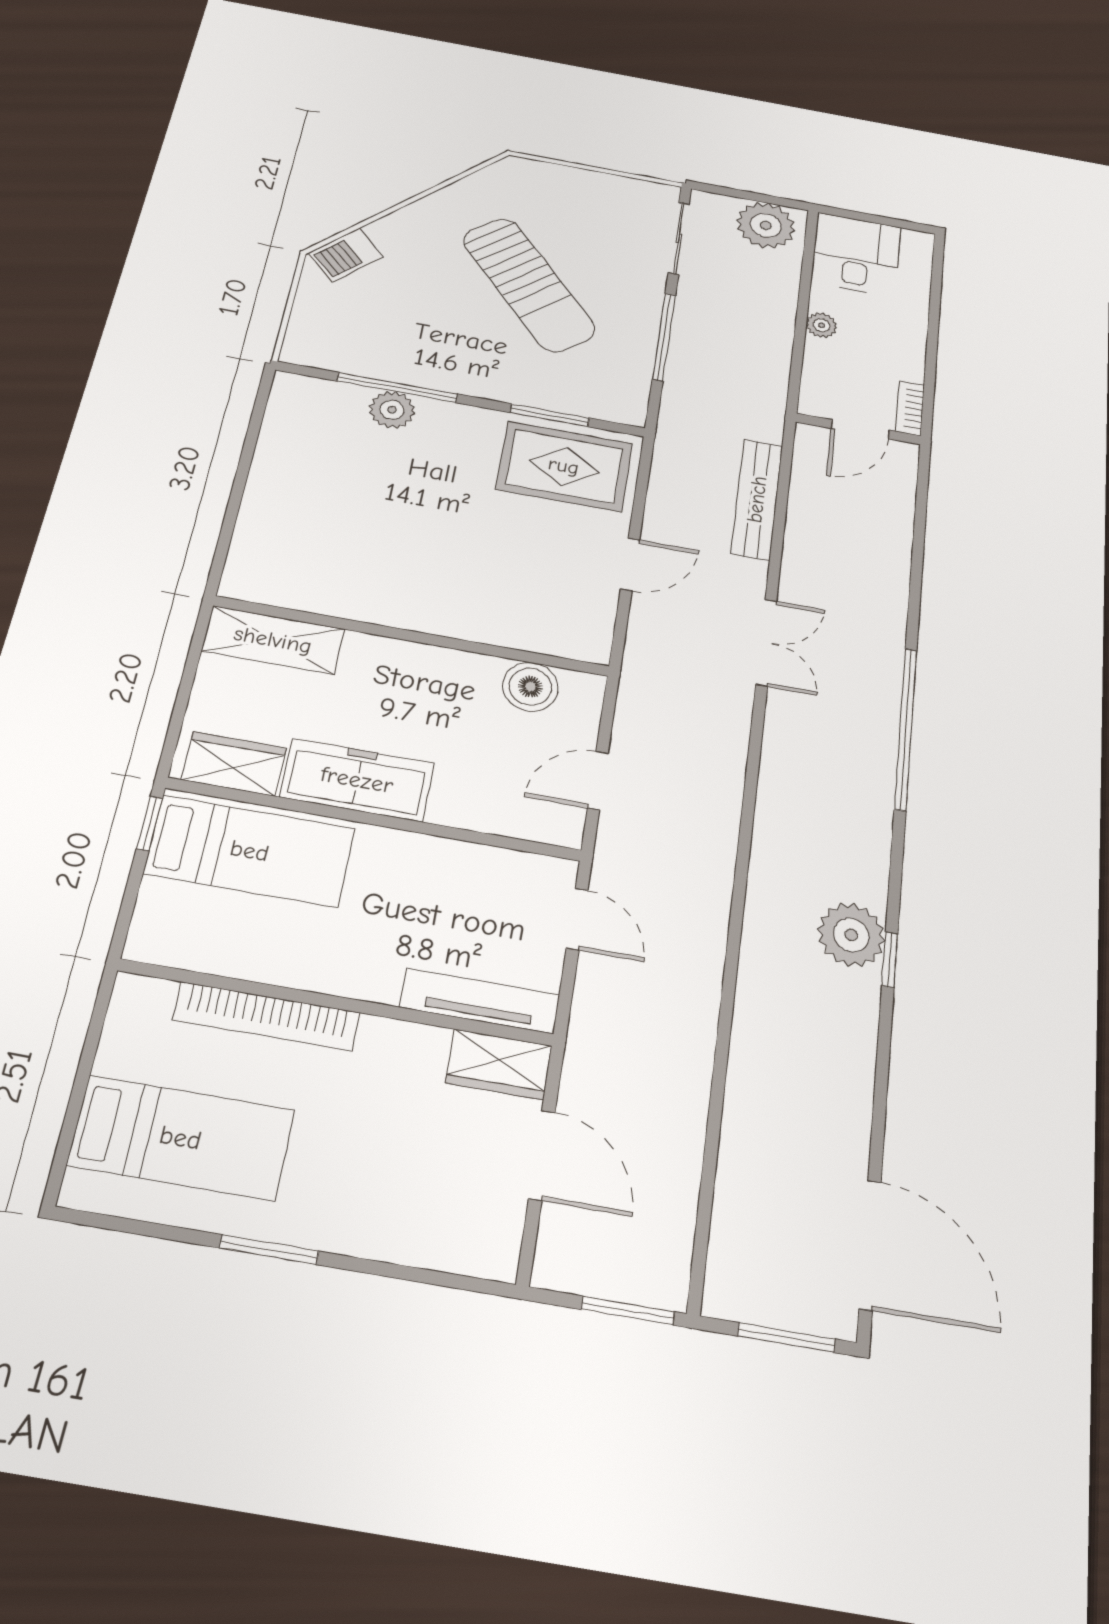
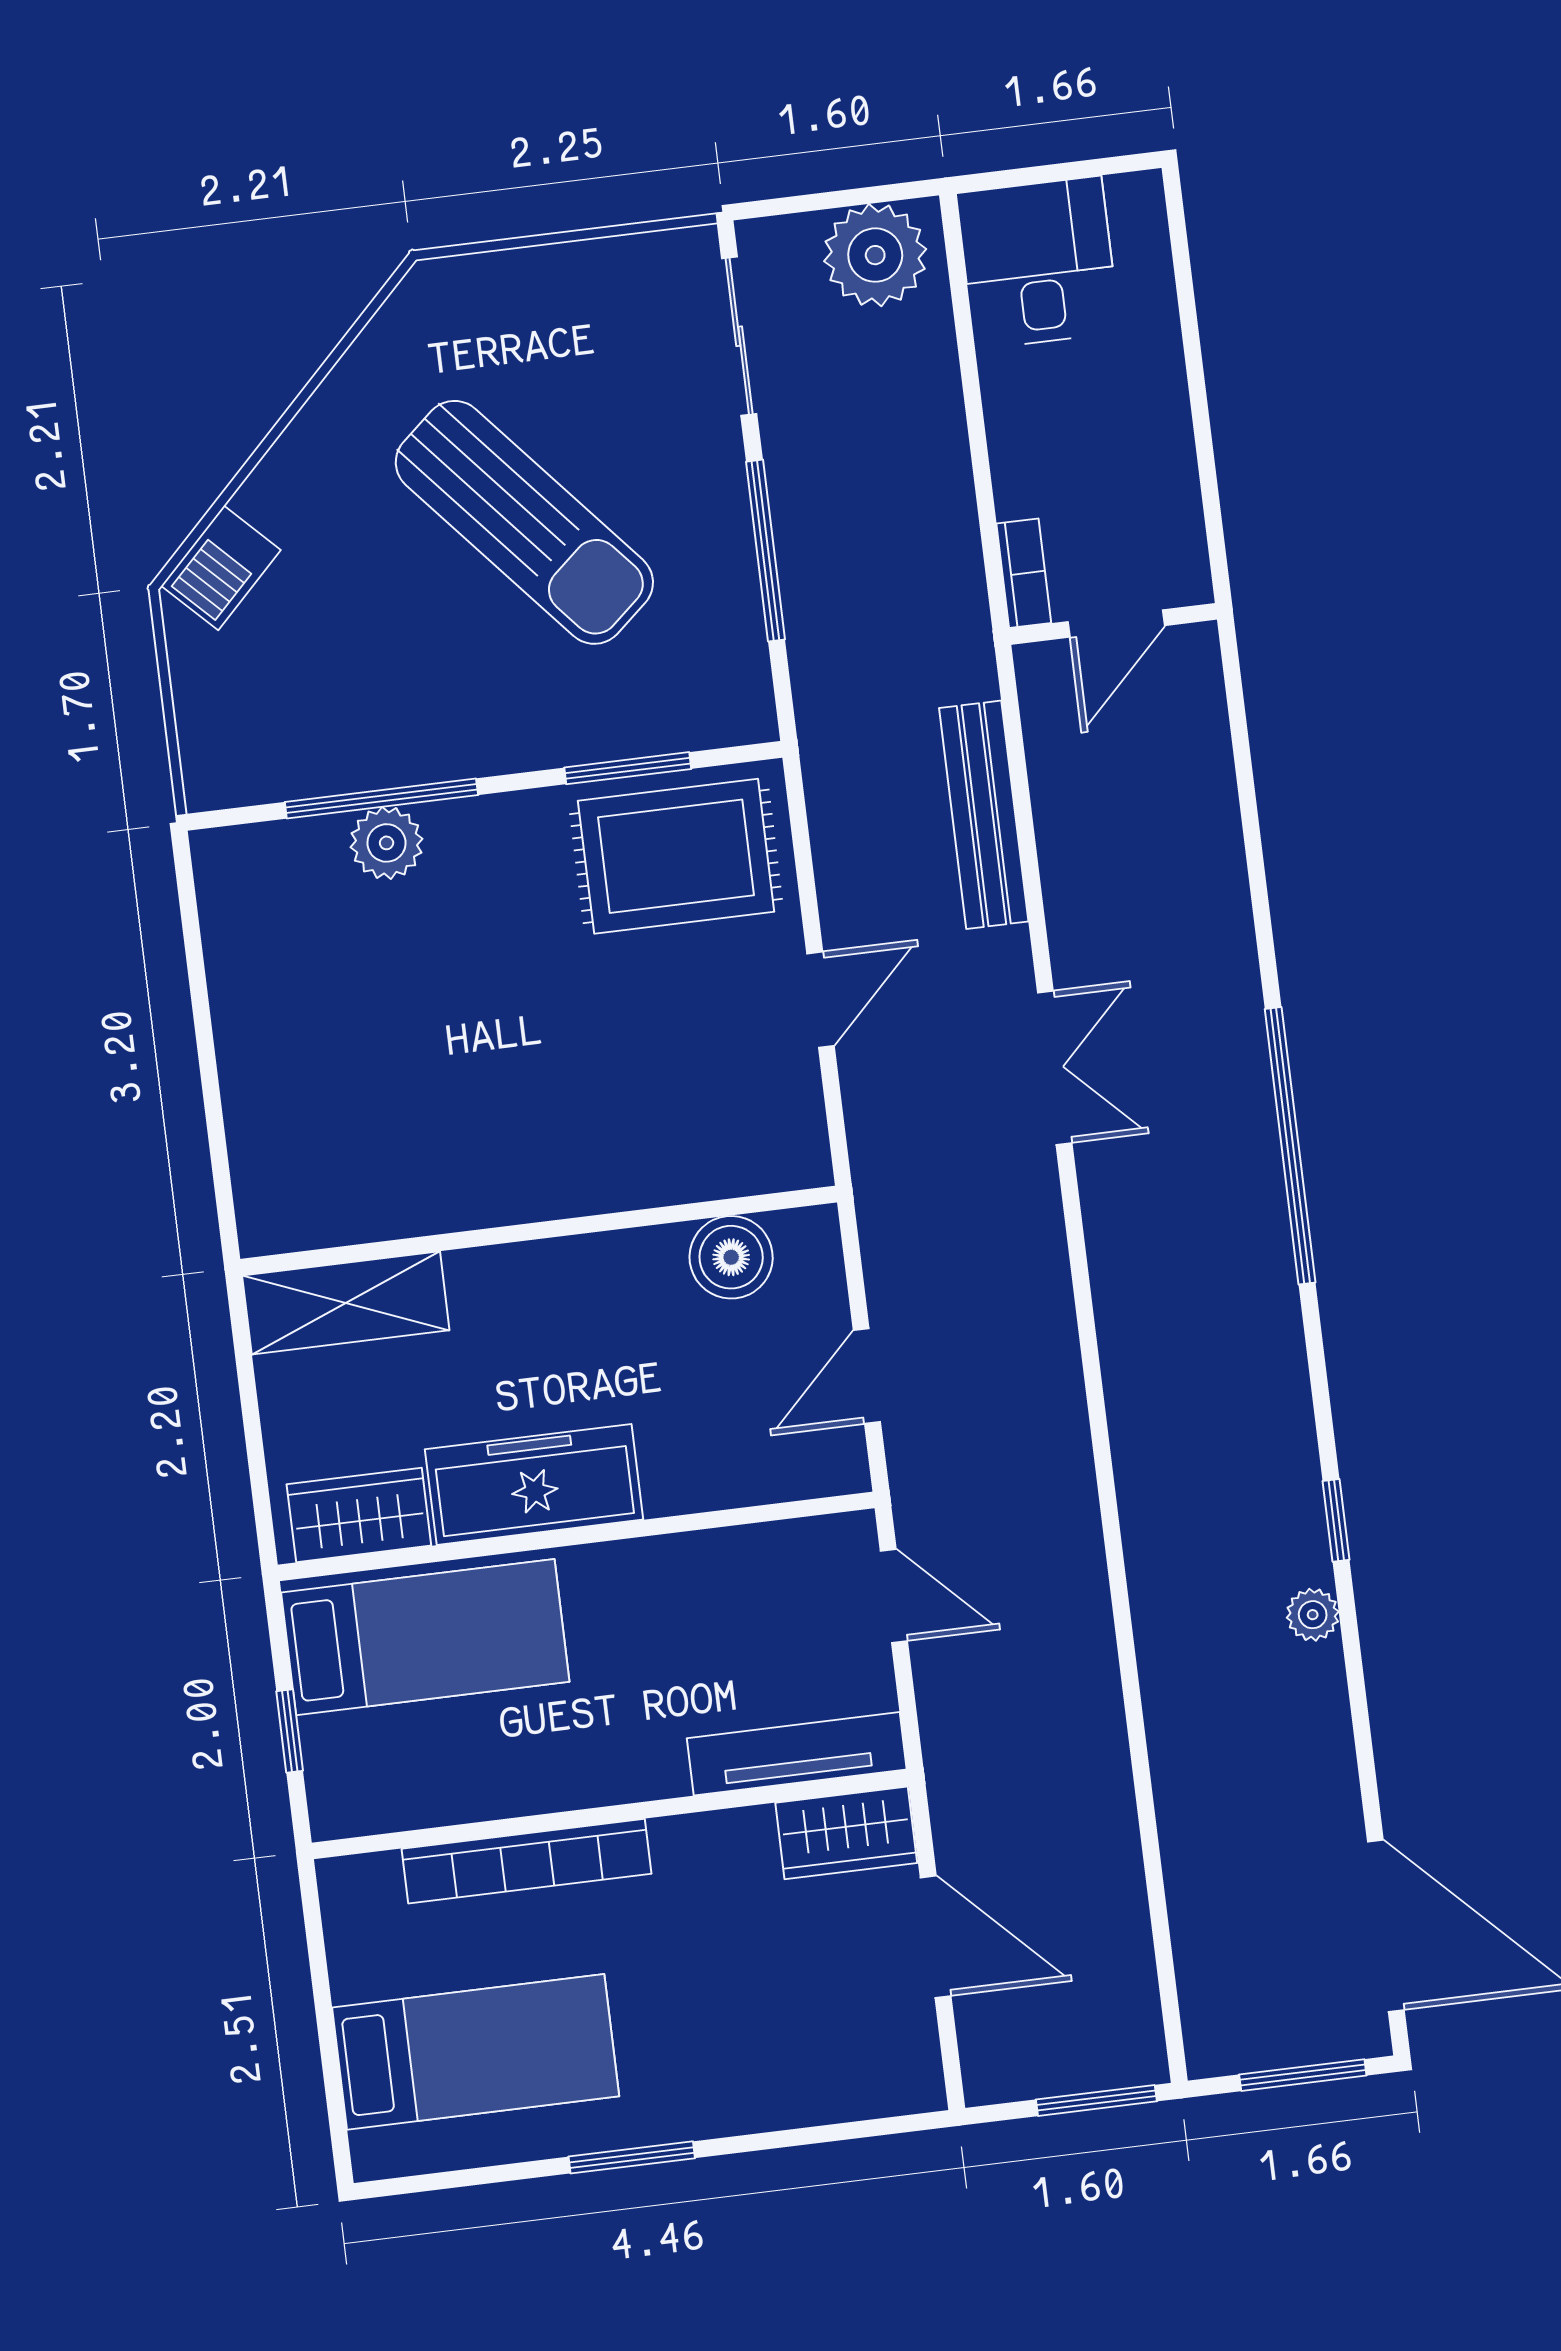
plant: (822, 325) -> (1012, 435), removed
bookcase: (910, 408) -> (1024, 573), moved, turned 180
window: (150, 824) -> (290, 1731), moved
plant: (851, 935) -> (1313, 1615), moved, width x0.53, depth x0.53

